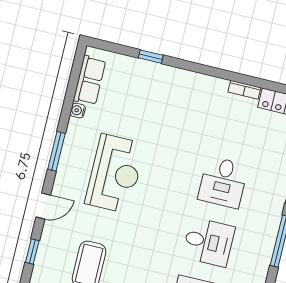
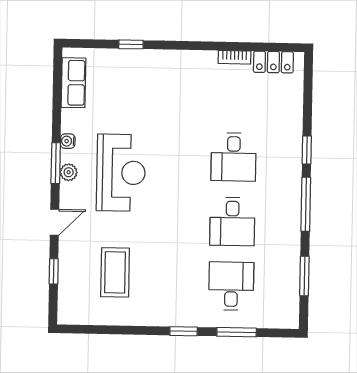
water cooler: (78, 111) -> (68, 141), moved
plant: (67, 162) -> (69, 172), added
desk: (209, 242) -> (232, 222), turned 90

